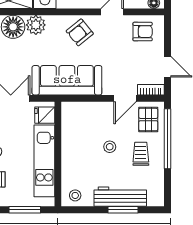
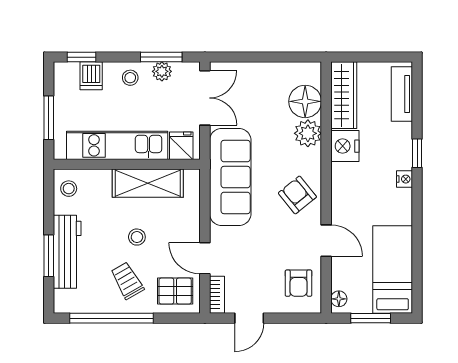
shelving: (71, 139) -> (148, 183), added
window: (168, 139) -> (111, 318), moved
trolley: (141, 154) -> (127, 281), turned -120

